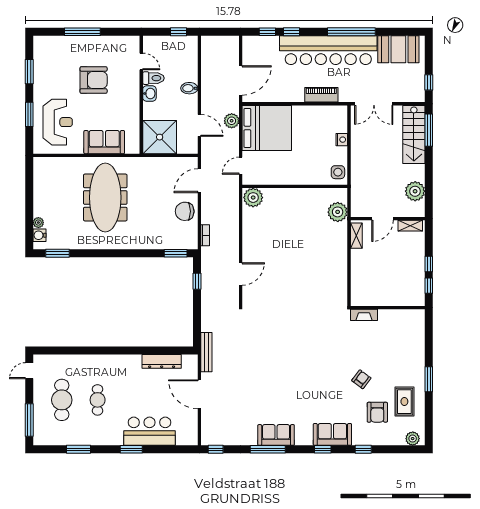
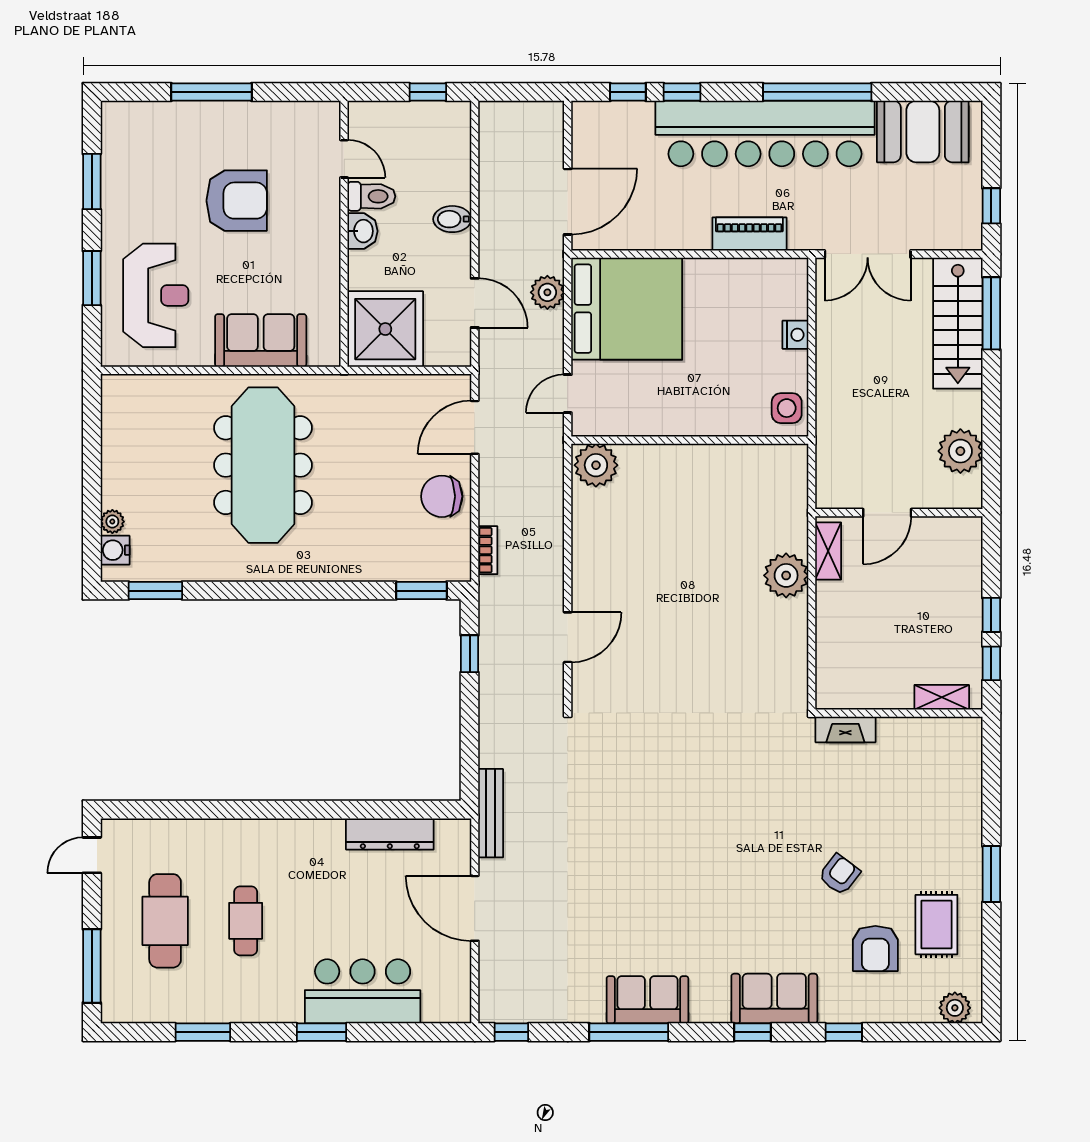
plant: (338, 212) -> (786, 575), moved
shelving: (410, 226) -> (942, 697), moved

